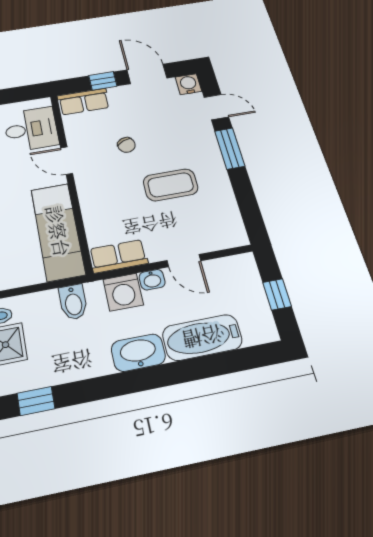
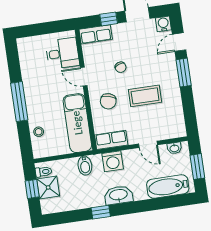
door: (216, 107) -> (179, 42), swing flipped
chair: (109, 195) -> (108, 101), added
washbasin: (152, 280) -> (174, 148), moved
window: (277, 294) -> (197, 167), width x1.50
bathtub: (202, 337) -> (168, 187), moved
window: (36, 401) -> (101, 212), moved

